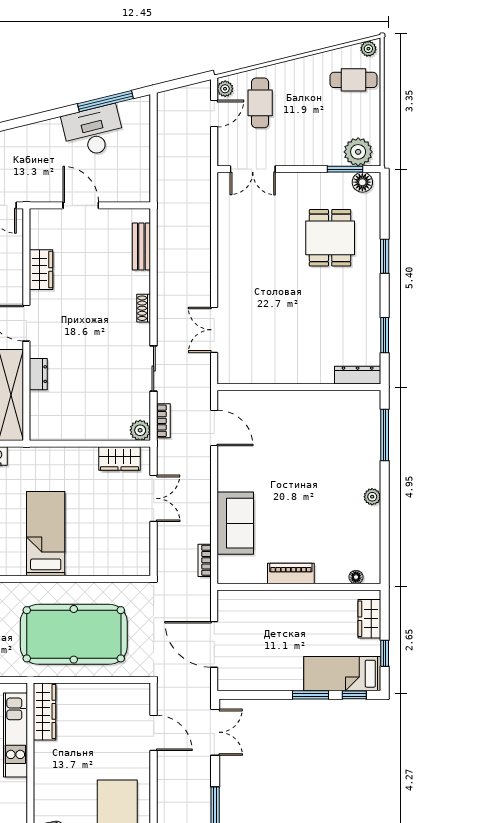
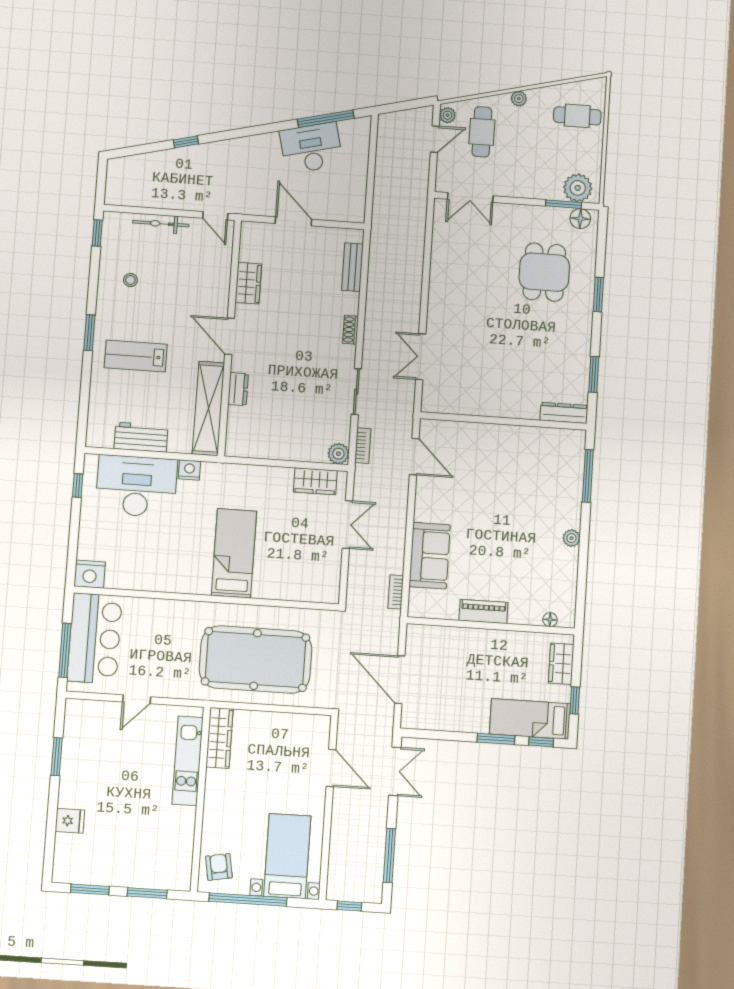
plant: (368, 49) -> (519, 99), moved

